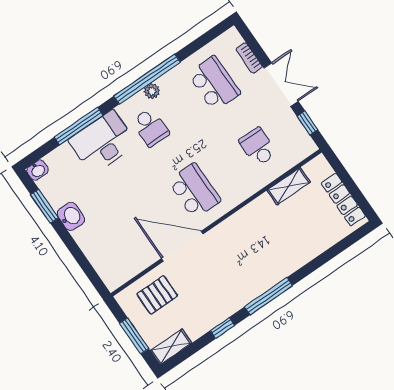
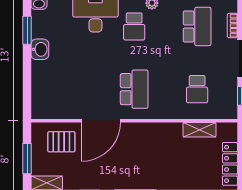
school desk: (258, 147) -> (197, 89), turned 180
door: (182, 246) -> (101, 121), swing flipped

